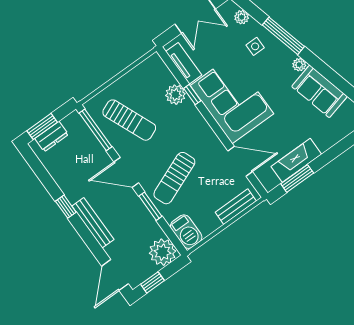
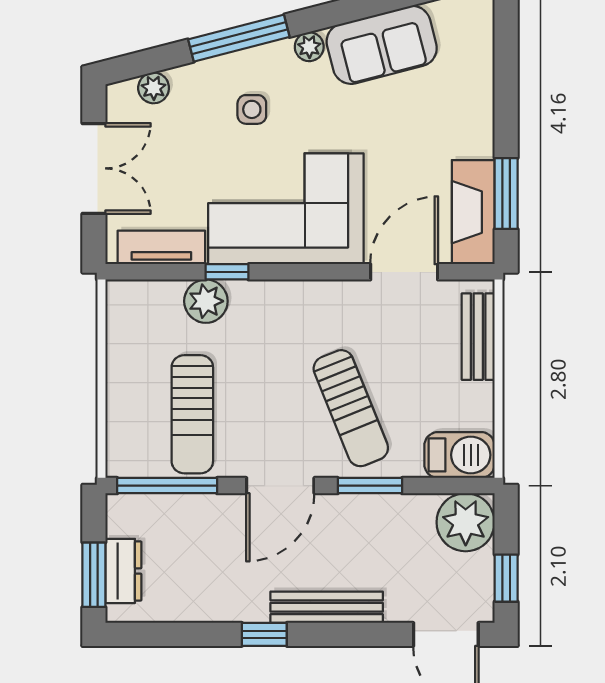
side table: (255, 46) -> (252, 109), moved
sun lounger: (129, 120) -> (192, 414), turned 113
fireplace: (296, 160) -> (473, 212), moved

